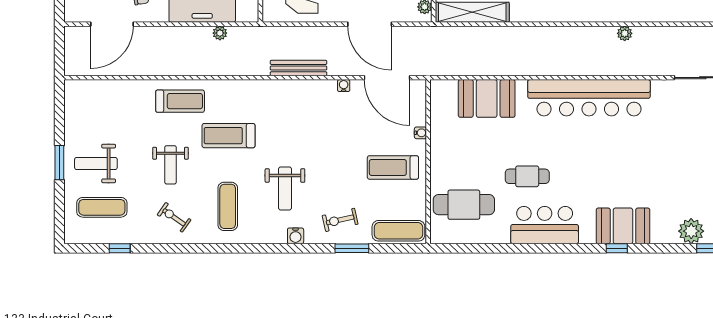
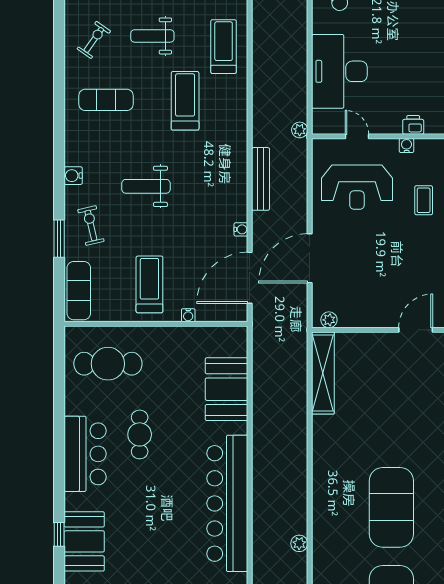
plant: (220, 33) -> (300, 130), moved
treadmill: (180, 101) -> (224, 47), turned 180
weight bench: (285, 188) -> (146, 186), moved
cafe table: (464, 205) -> (108, 364), turned 90

